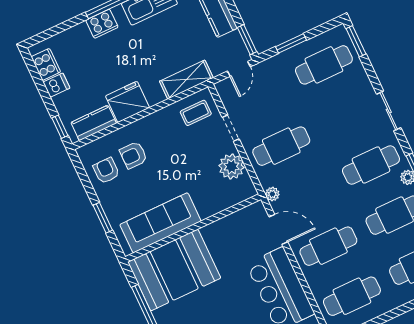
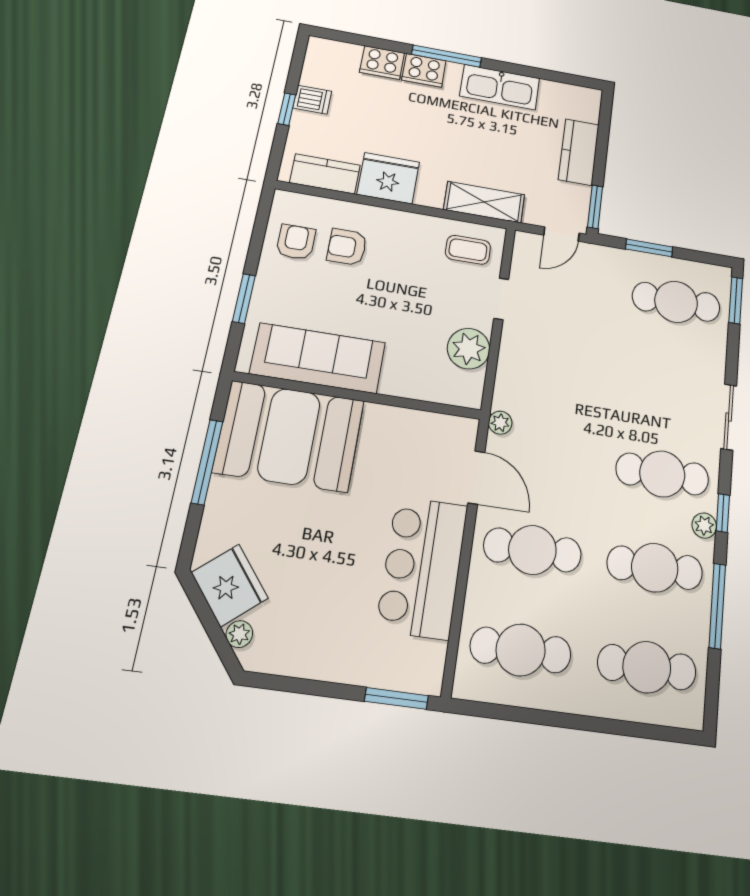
cooker: (46, 64) -> (382, 63), moved, turned 90
window: (60, 127) -> (287, 109), moved
cafe table: (281, 146) -> (554, 367), removed

